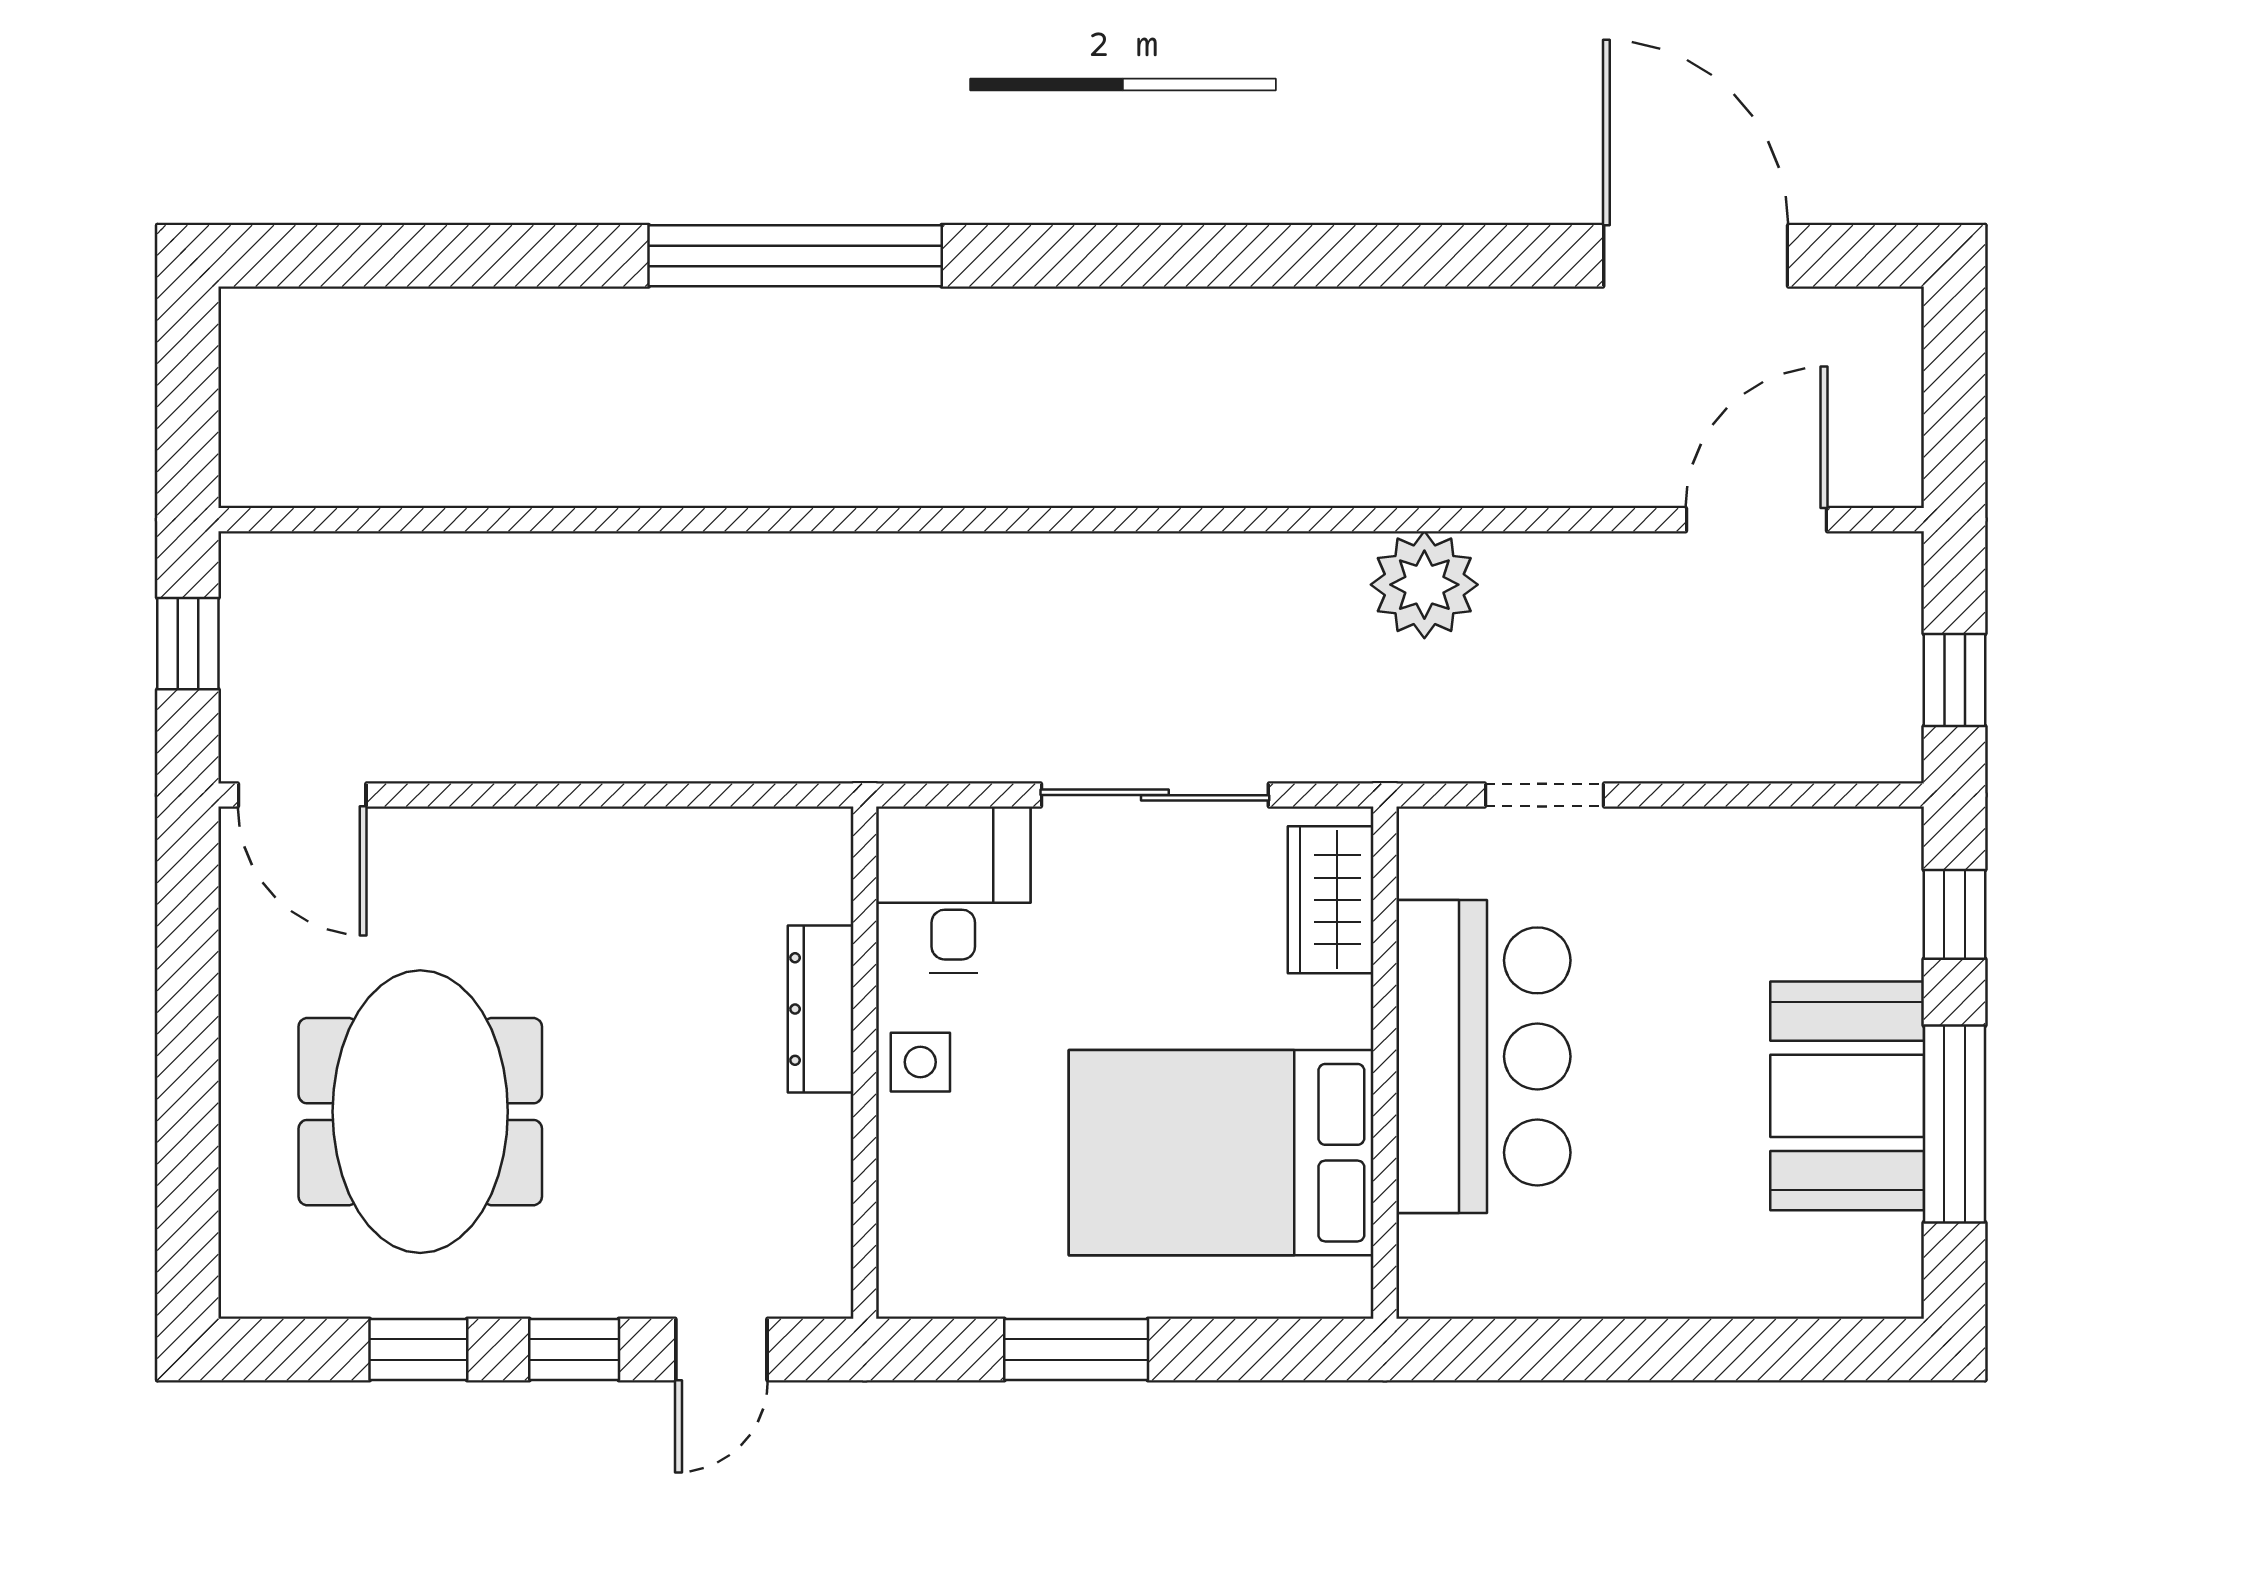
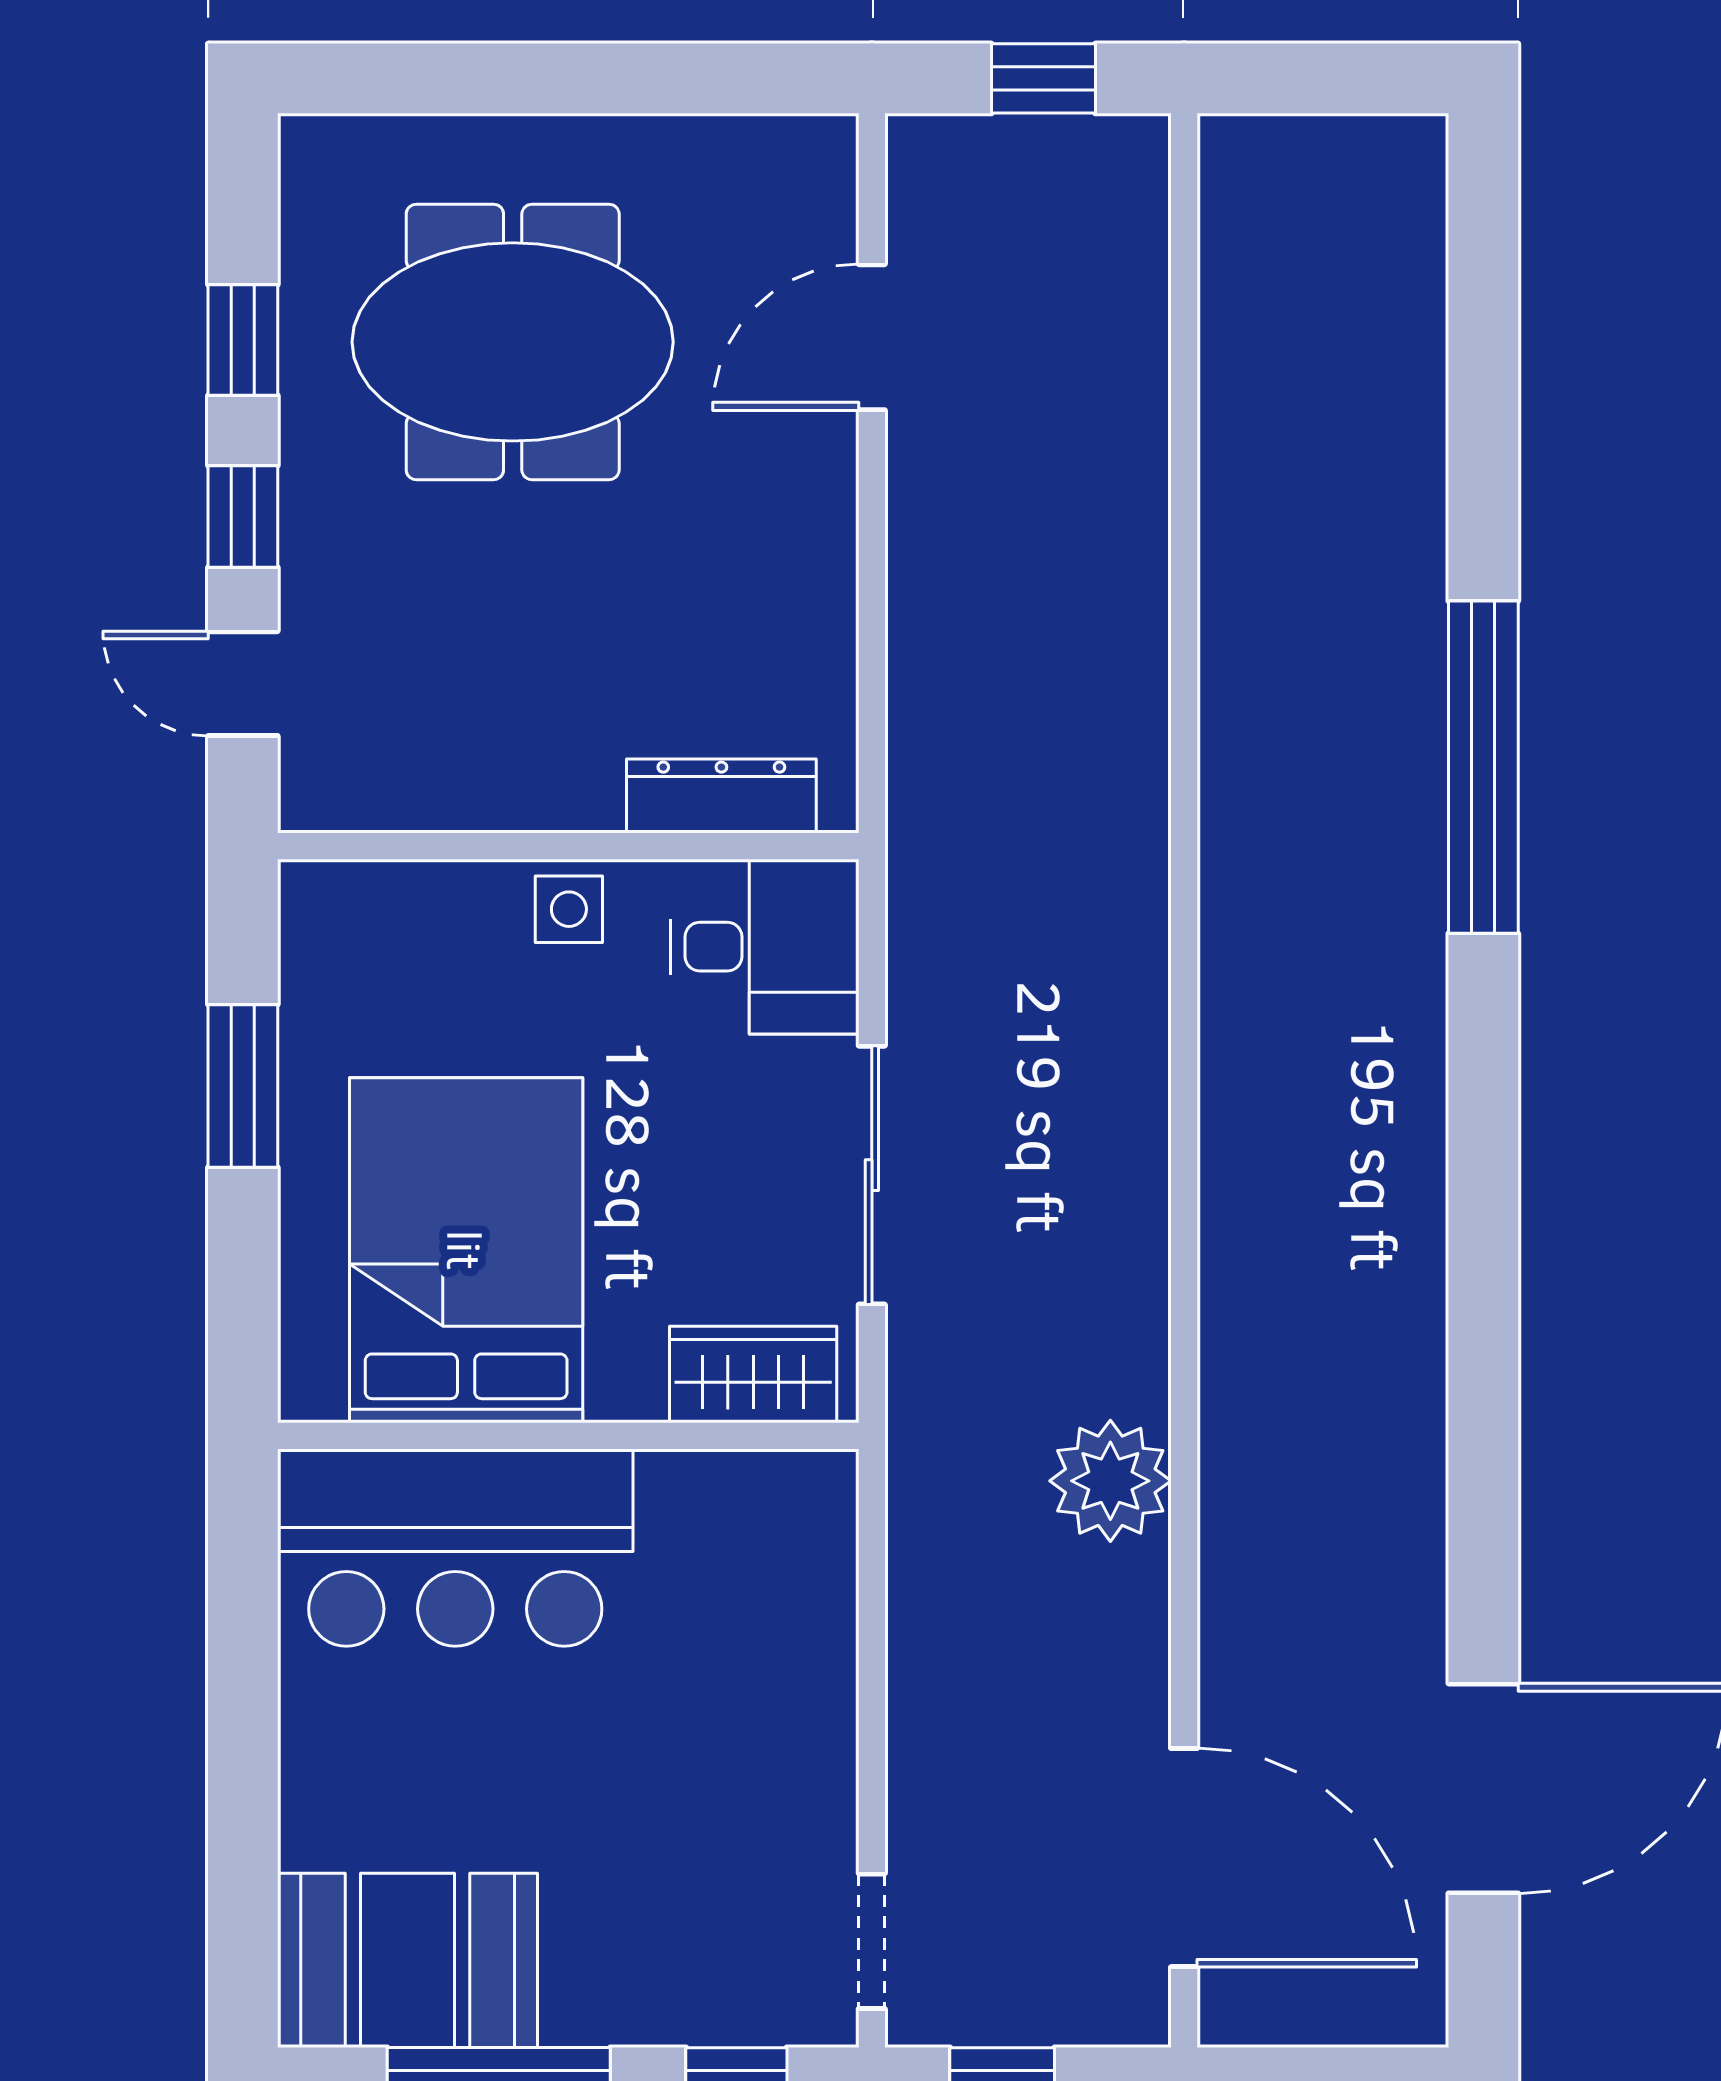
door: (1757, 520) -> (1184, 1858), width x1.36
door: (302, 795) -> (872, 337), moved
doorway: (1544, 795) -> (872, 1941), moved
dresser: (821, 1009) -> (721, 796), moved
bar counter: (1483, 1056) -> (455, 1548), moved
booth: (1847, 1096) -> (407, 1960), moved

